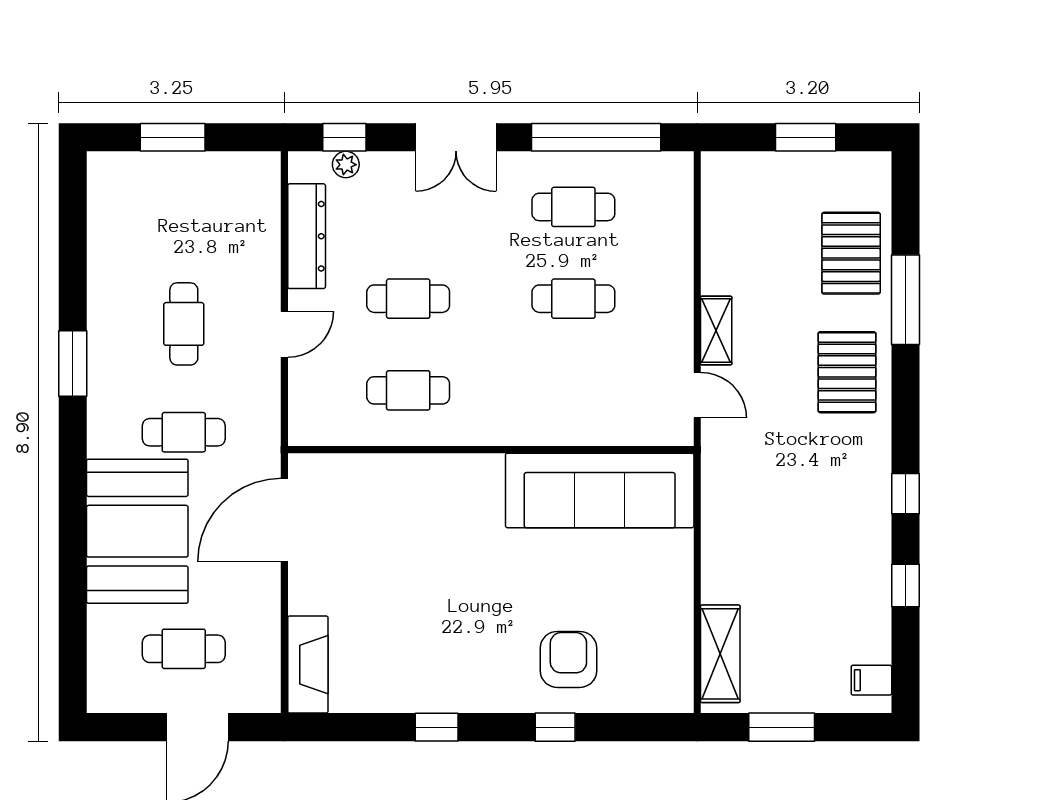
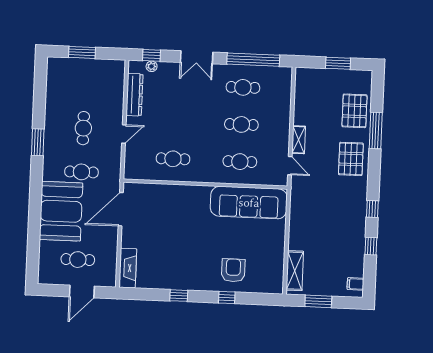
cafe table: (408, 299) -> (240, 162), moved

